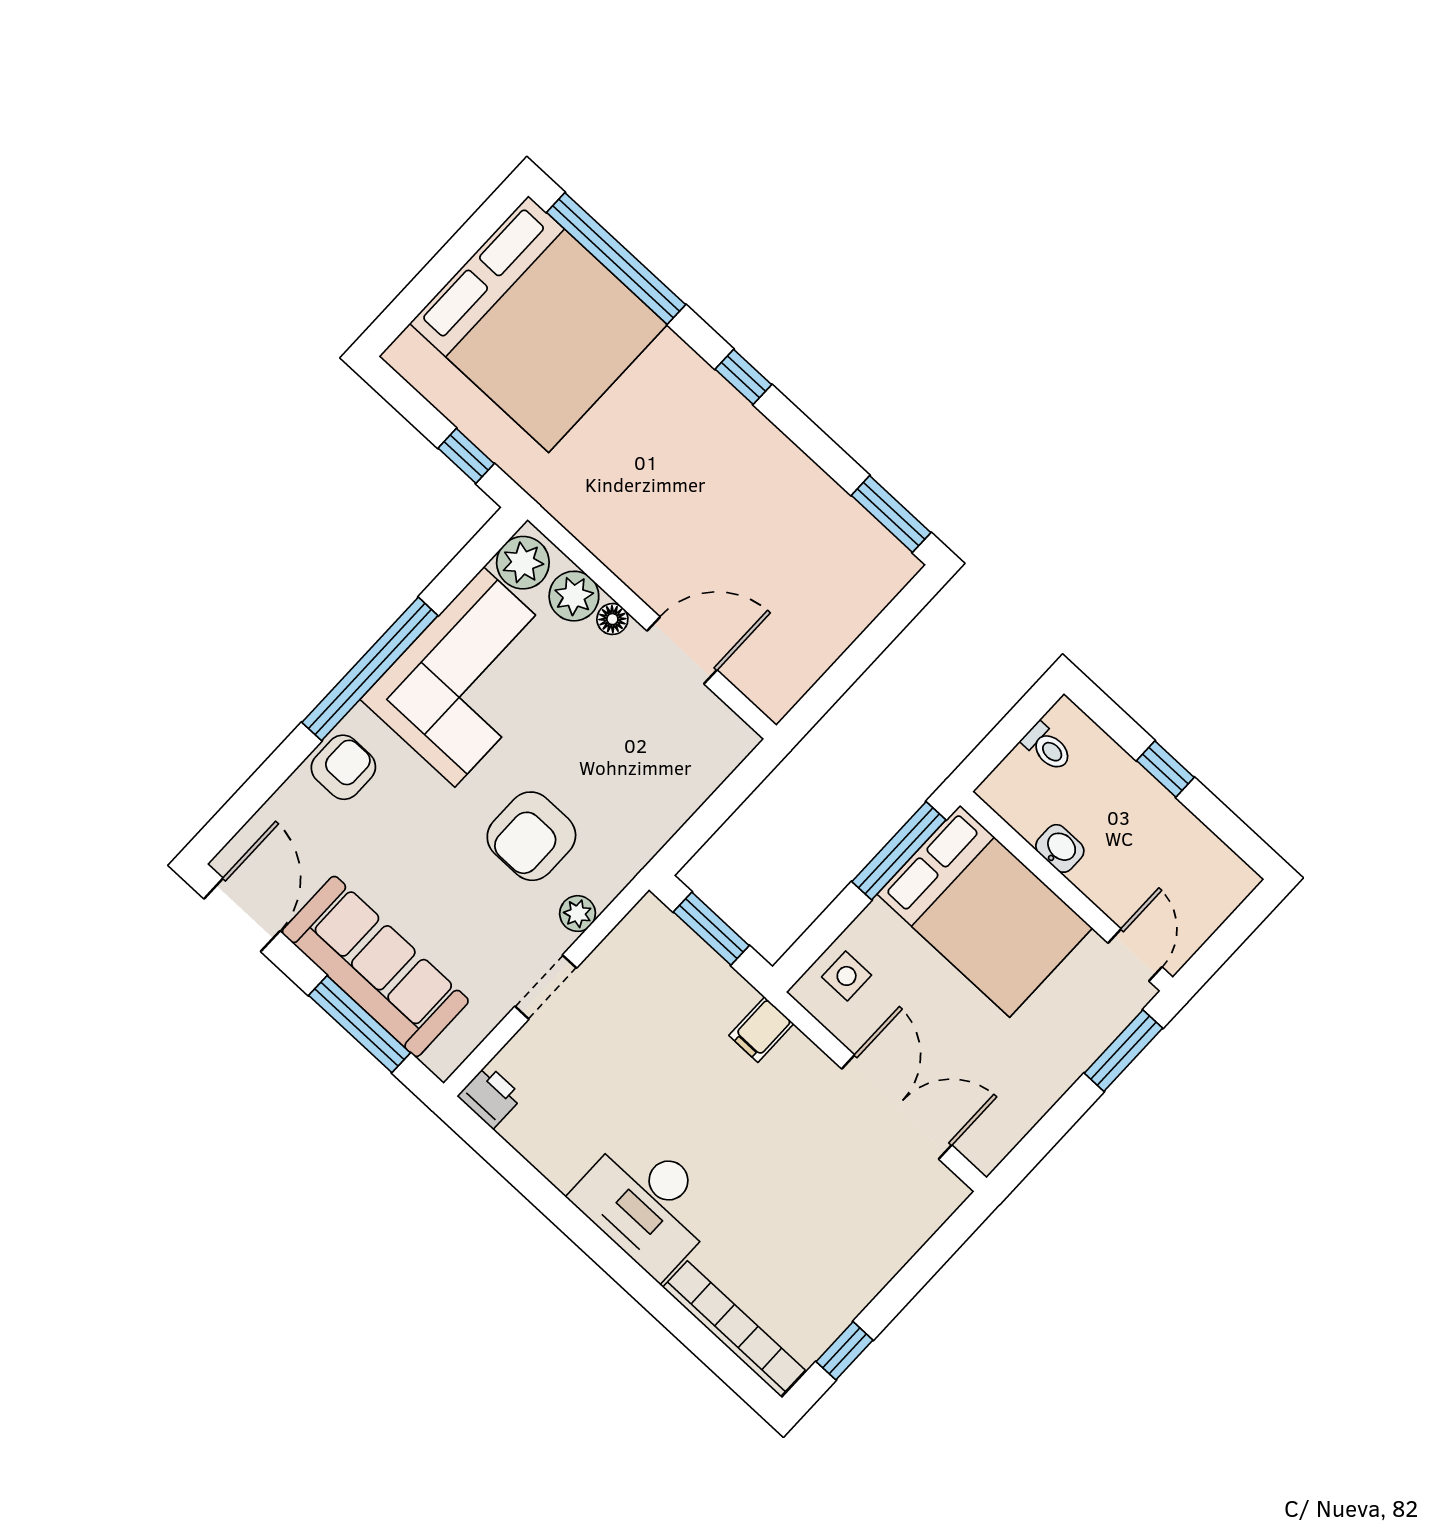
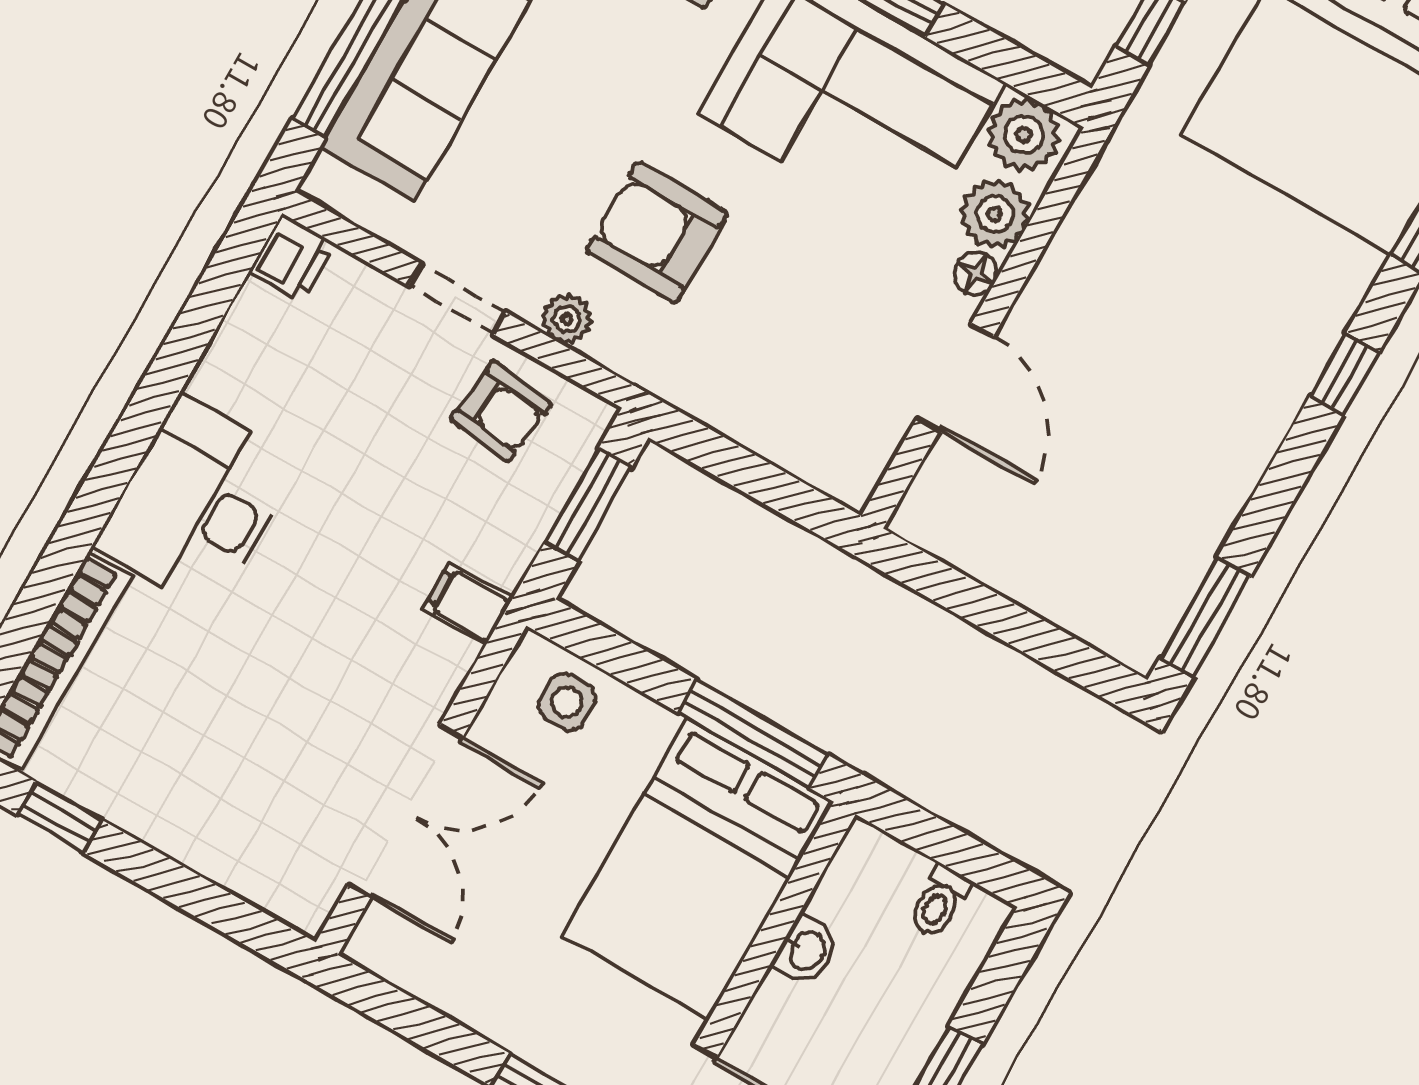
armchair: (632, 975) -> (501, 412), added

